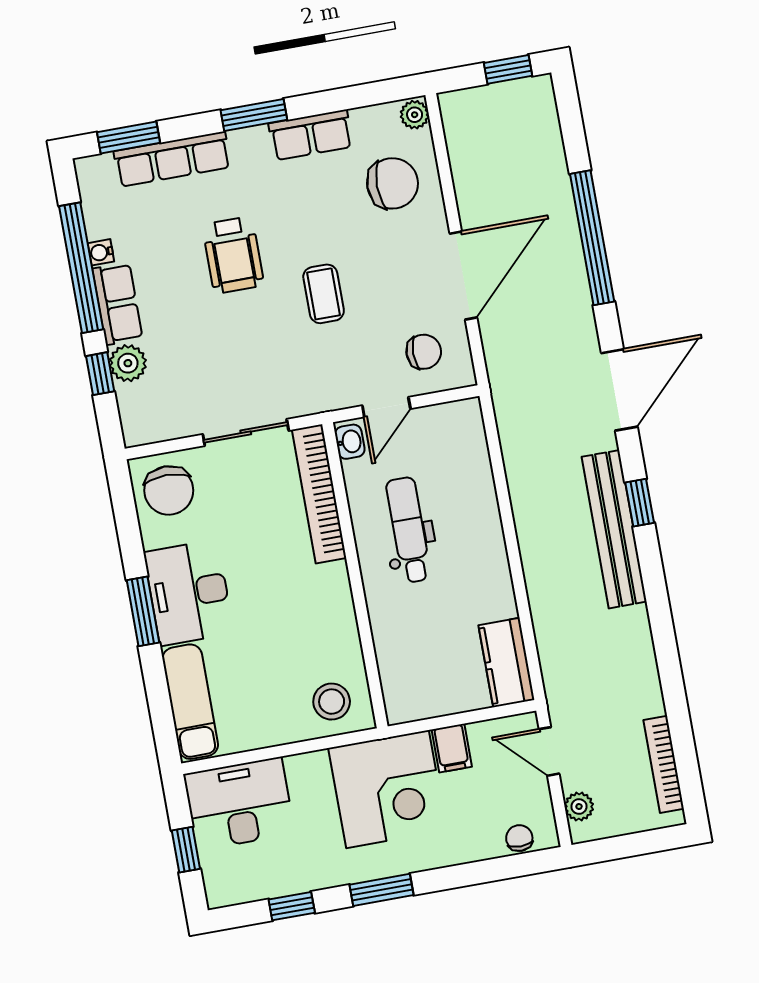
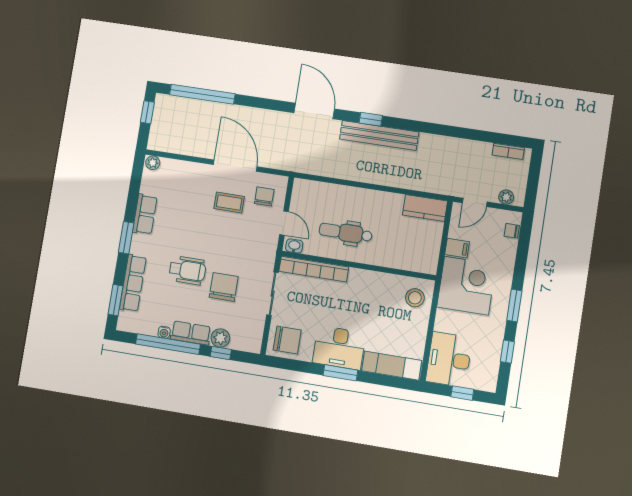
chair: (393, 183) -> (224, 287), moved
window: (592, 238) -> (202, 94), moved
coffee table: (324, 294) -> (229, 202), moved
bookcase: (664, 764) -> (508, 151), width x0.64

